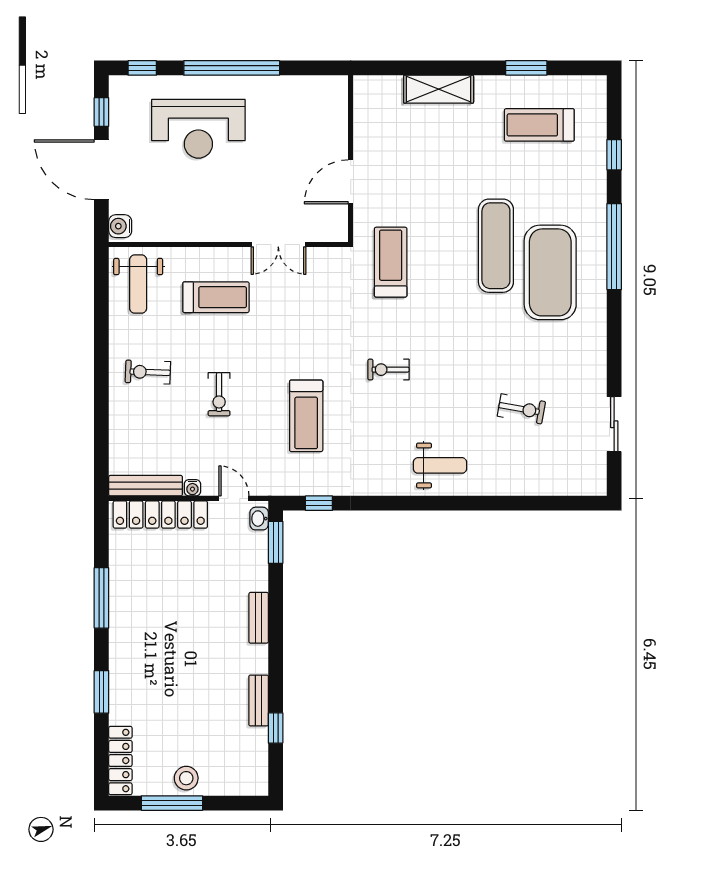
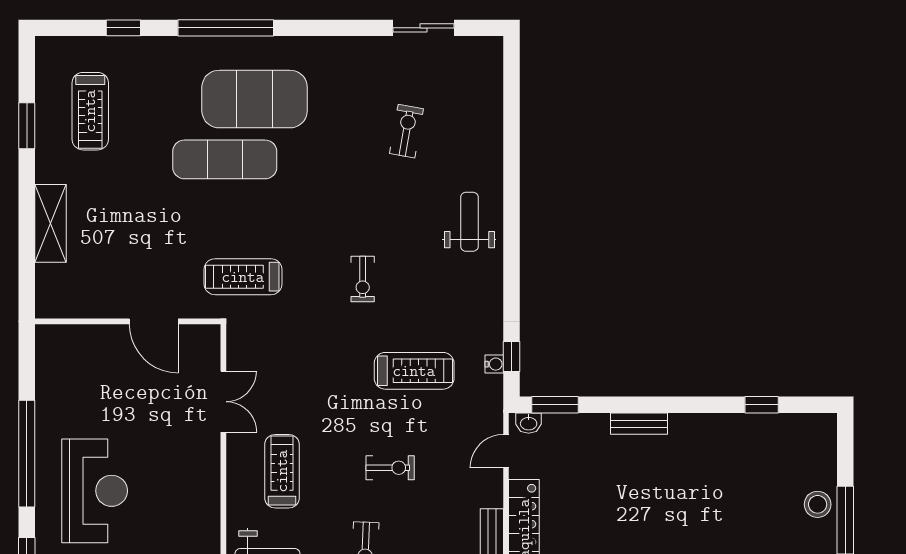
water cooler: (192, 488) -> (494, 364), moved
bench: (259, 700) -> (731, 424), removed

